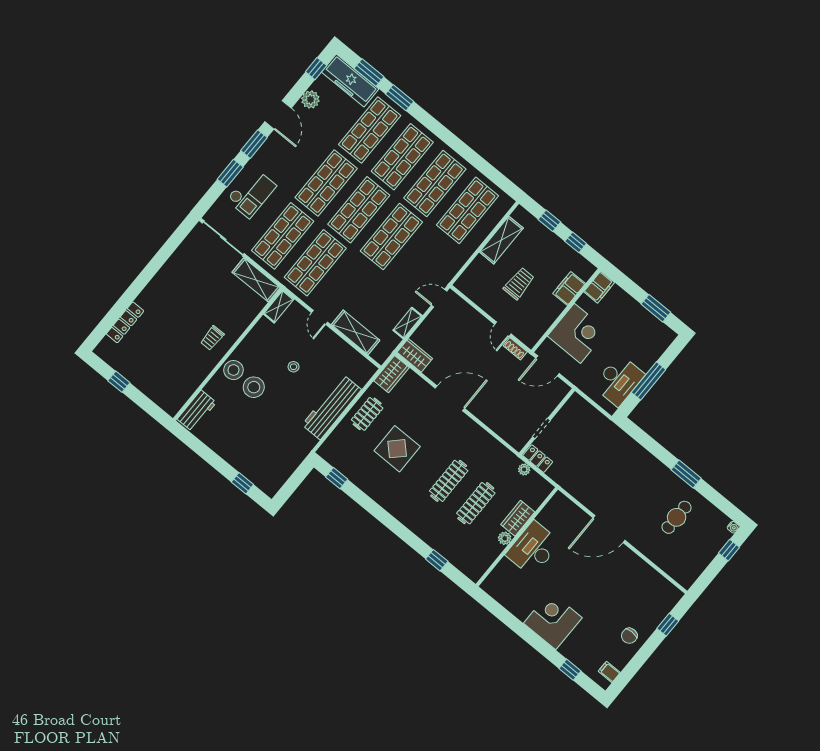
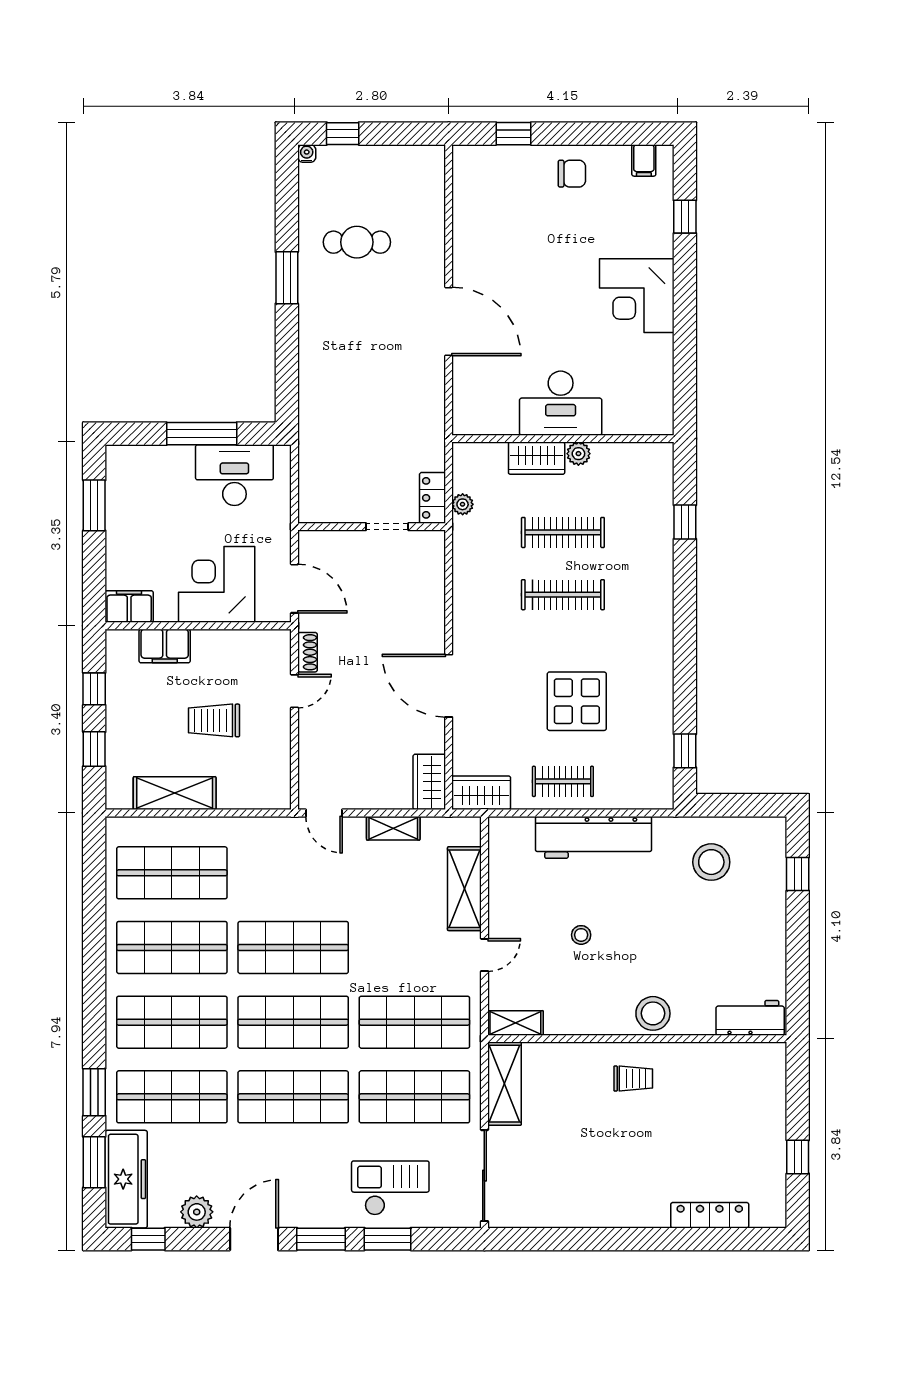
stool: (254, 387) -> (711, 862), moved

